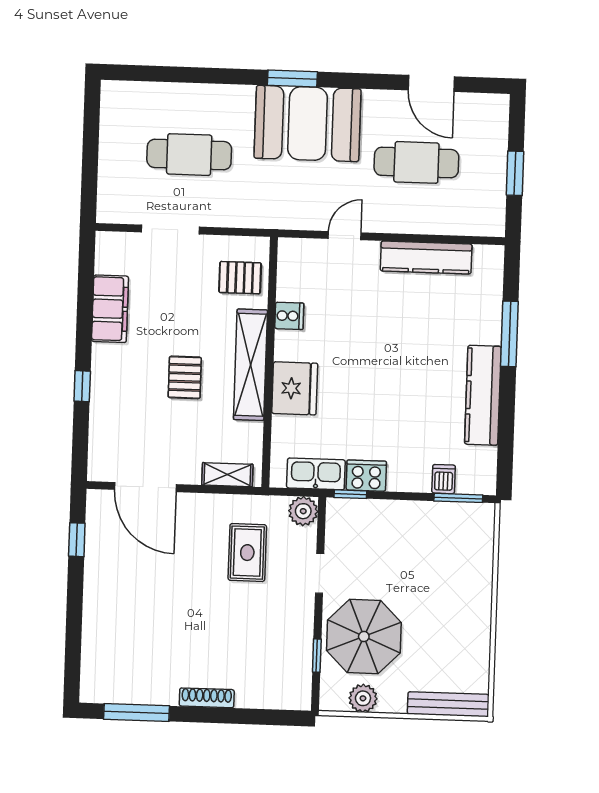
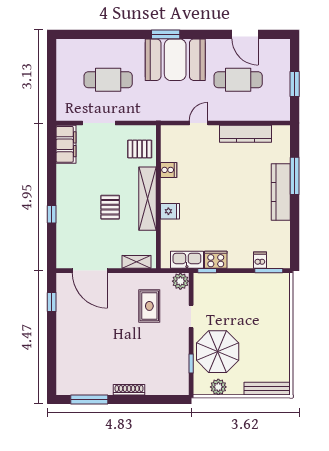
filing cabinet: (110, 309) -> (66, 144), moved
fridge: (295, 388) -> (170, 211), width x0.53, depth x0.75
kitchen counter: (483, 395) -> (281, 192), moved

